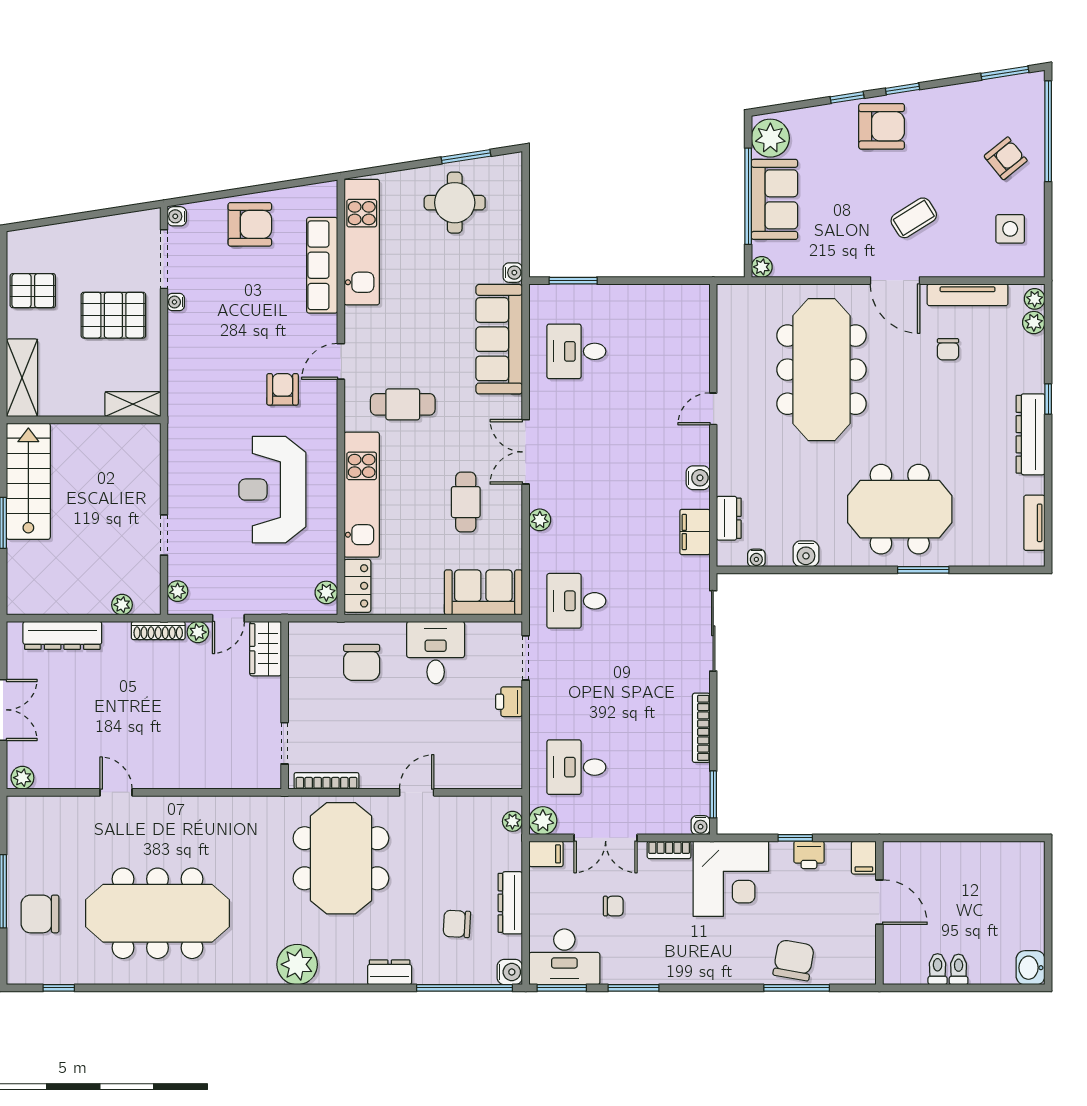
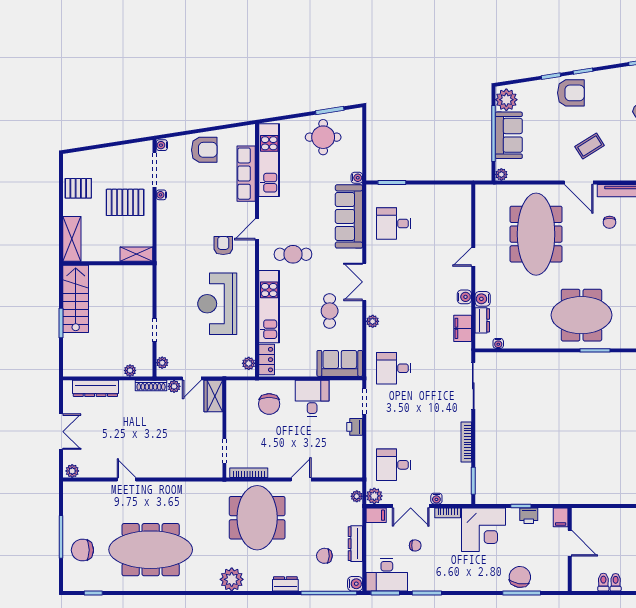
water cooler: (806, 554) -> (483, 299), moved, turned 90
water cooler: (701, 825) -> (436, 499), moved

